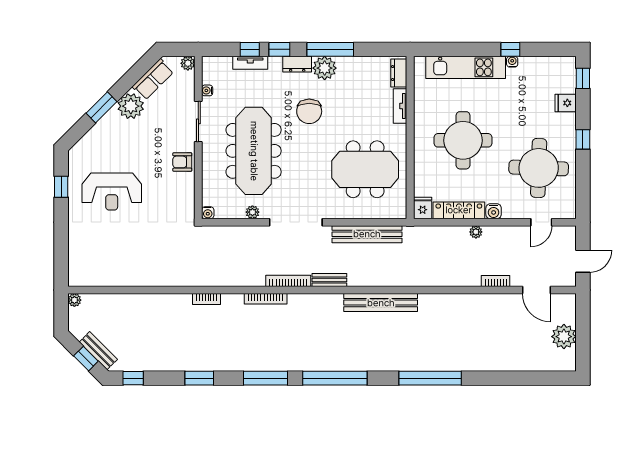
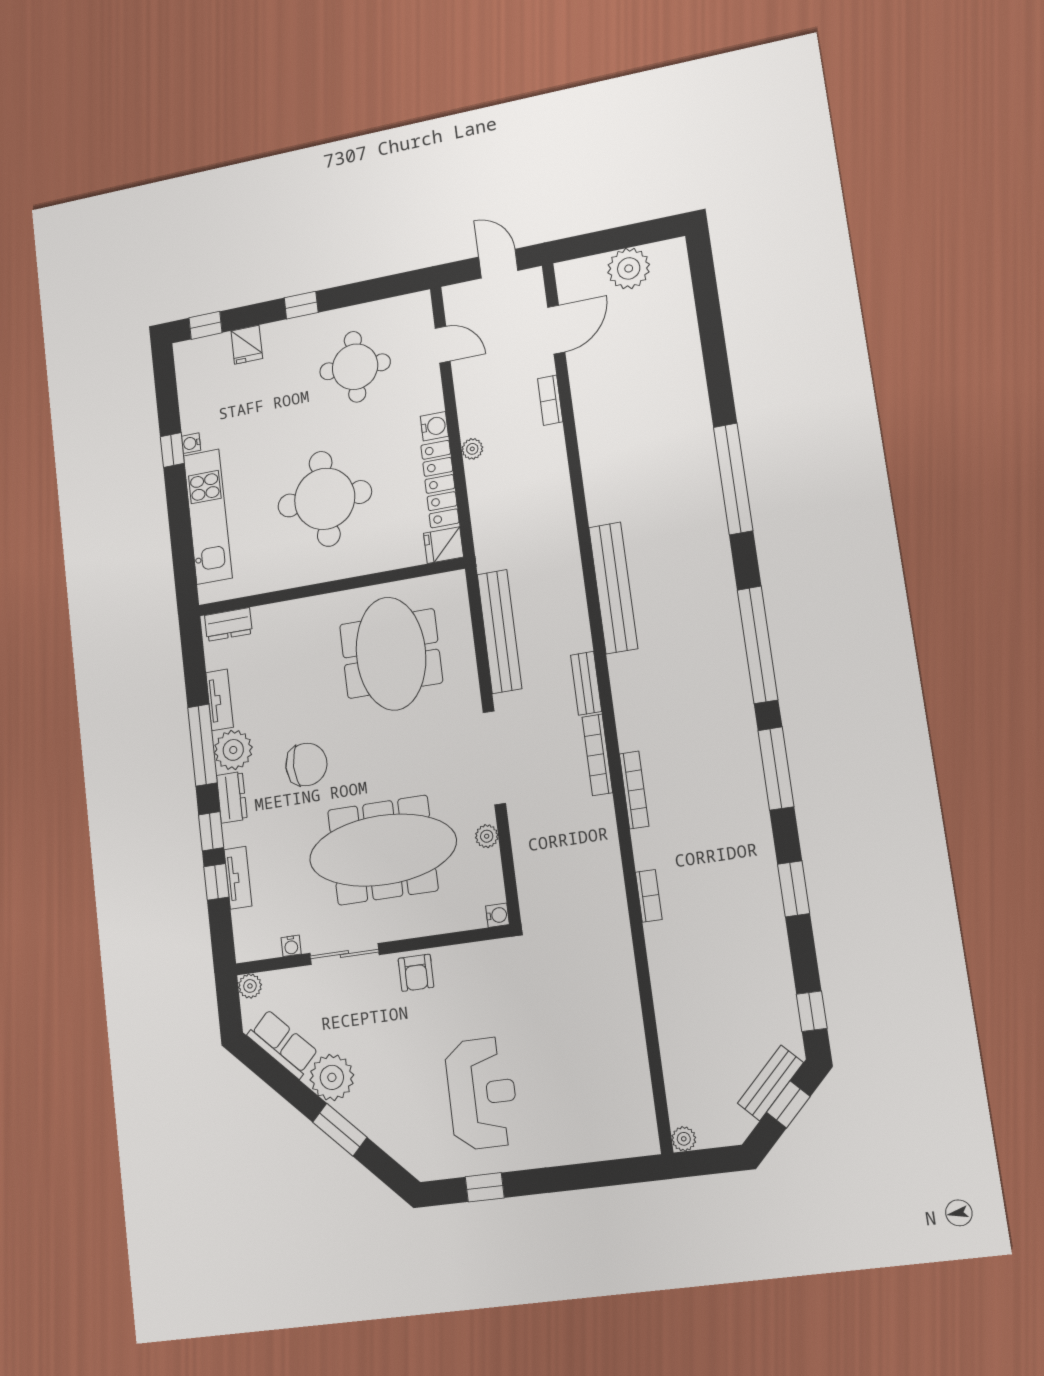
tv unit: (400, 106) -> (220, 700), moved, turned -90
round table: (539, 168) -> (355, 367), width x0.73, depth x0.73

